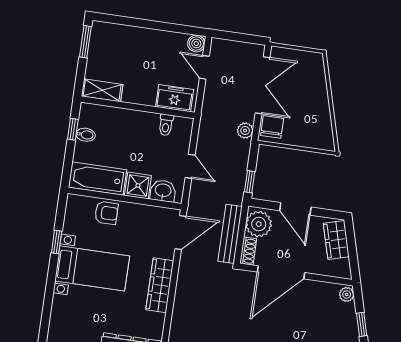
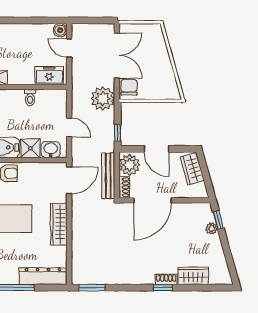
toilet: (166, 125) -> (30, 98), moved
plant: (245, 131) -> (103, 99), width x1.88, depth x1.88
plant: (347, 294) -> (212, 228), moved
window: (362, 324) -> (218, 220), moved

